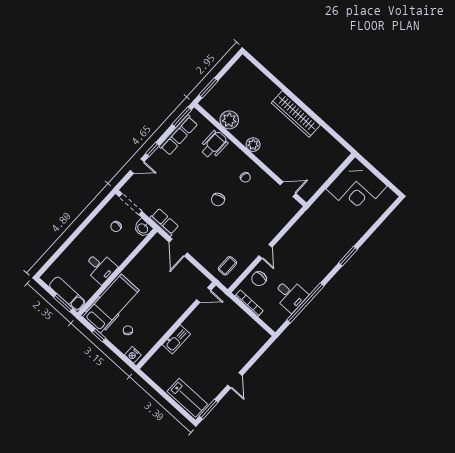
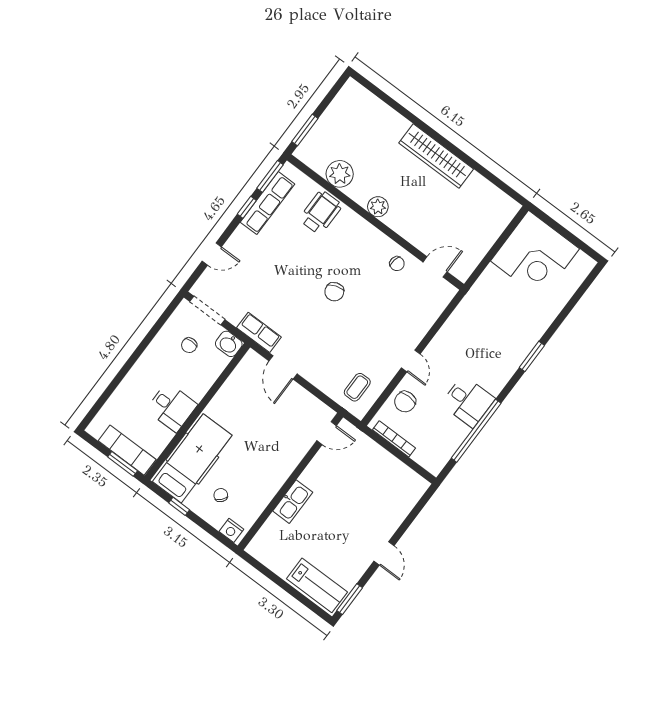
window: (152, 149) -> (247, 207), moved
chair: (245, 177) -> (397, 264), moved
desk: (290, 295) -> (468, 401), moved

